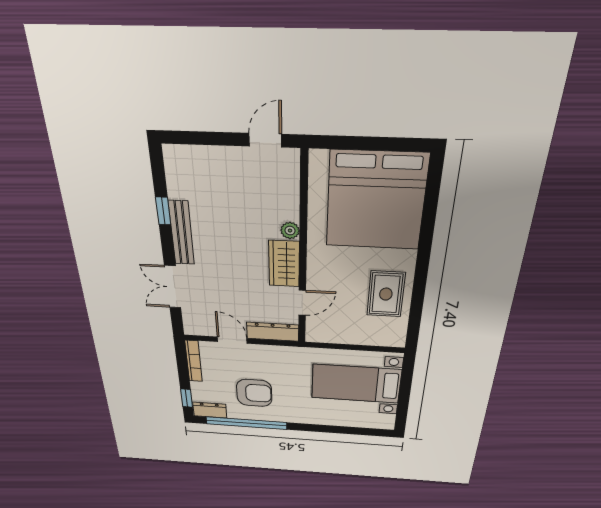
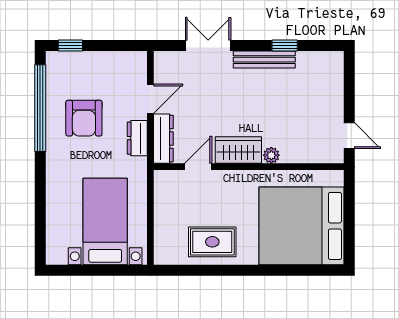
door: (302, 303) -> (198, 167), swing flipped
bookcase: (194, 361) -> (121, 58), removed
dresser: (210, 410) -> (137, 138), moved, turned 180

